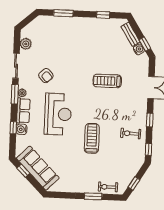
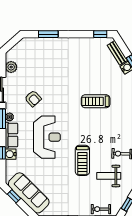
window: (103, 15) -> (100, 34), moved
treadmill: (92, 138) -> (82, 160), turned 180
weight bench: (117, 155) -> (109, 176), added

